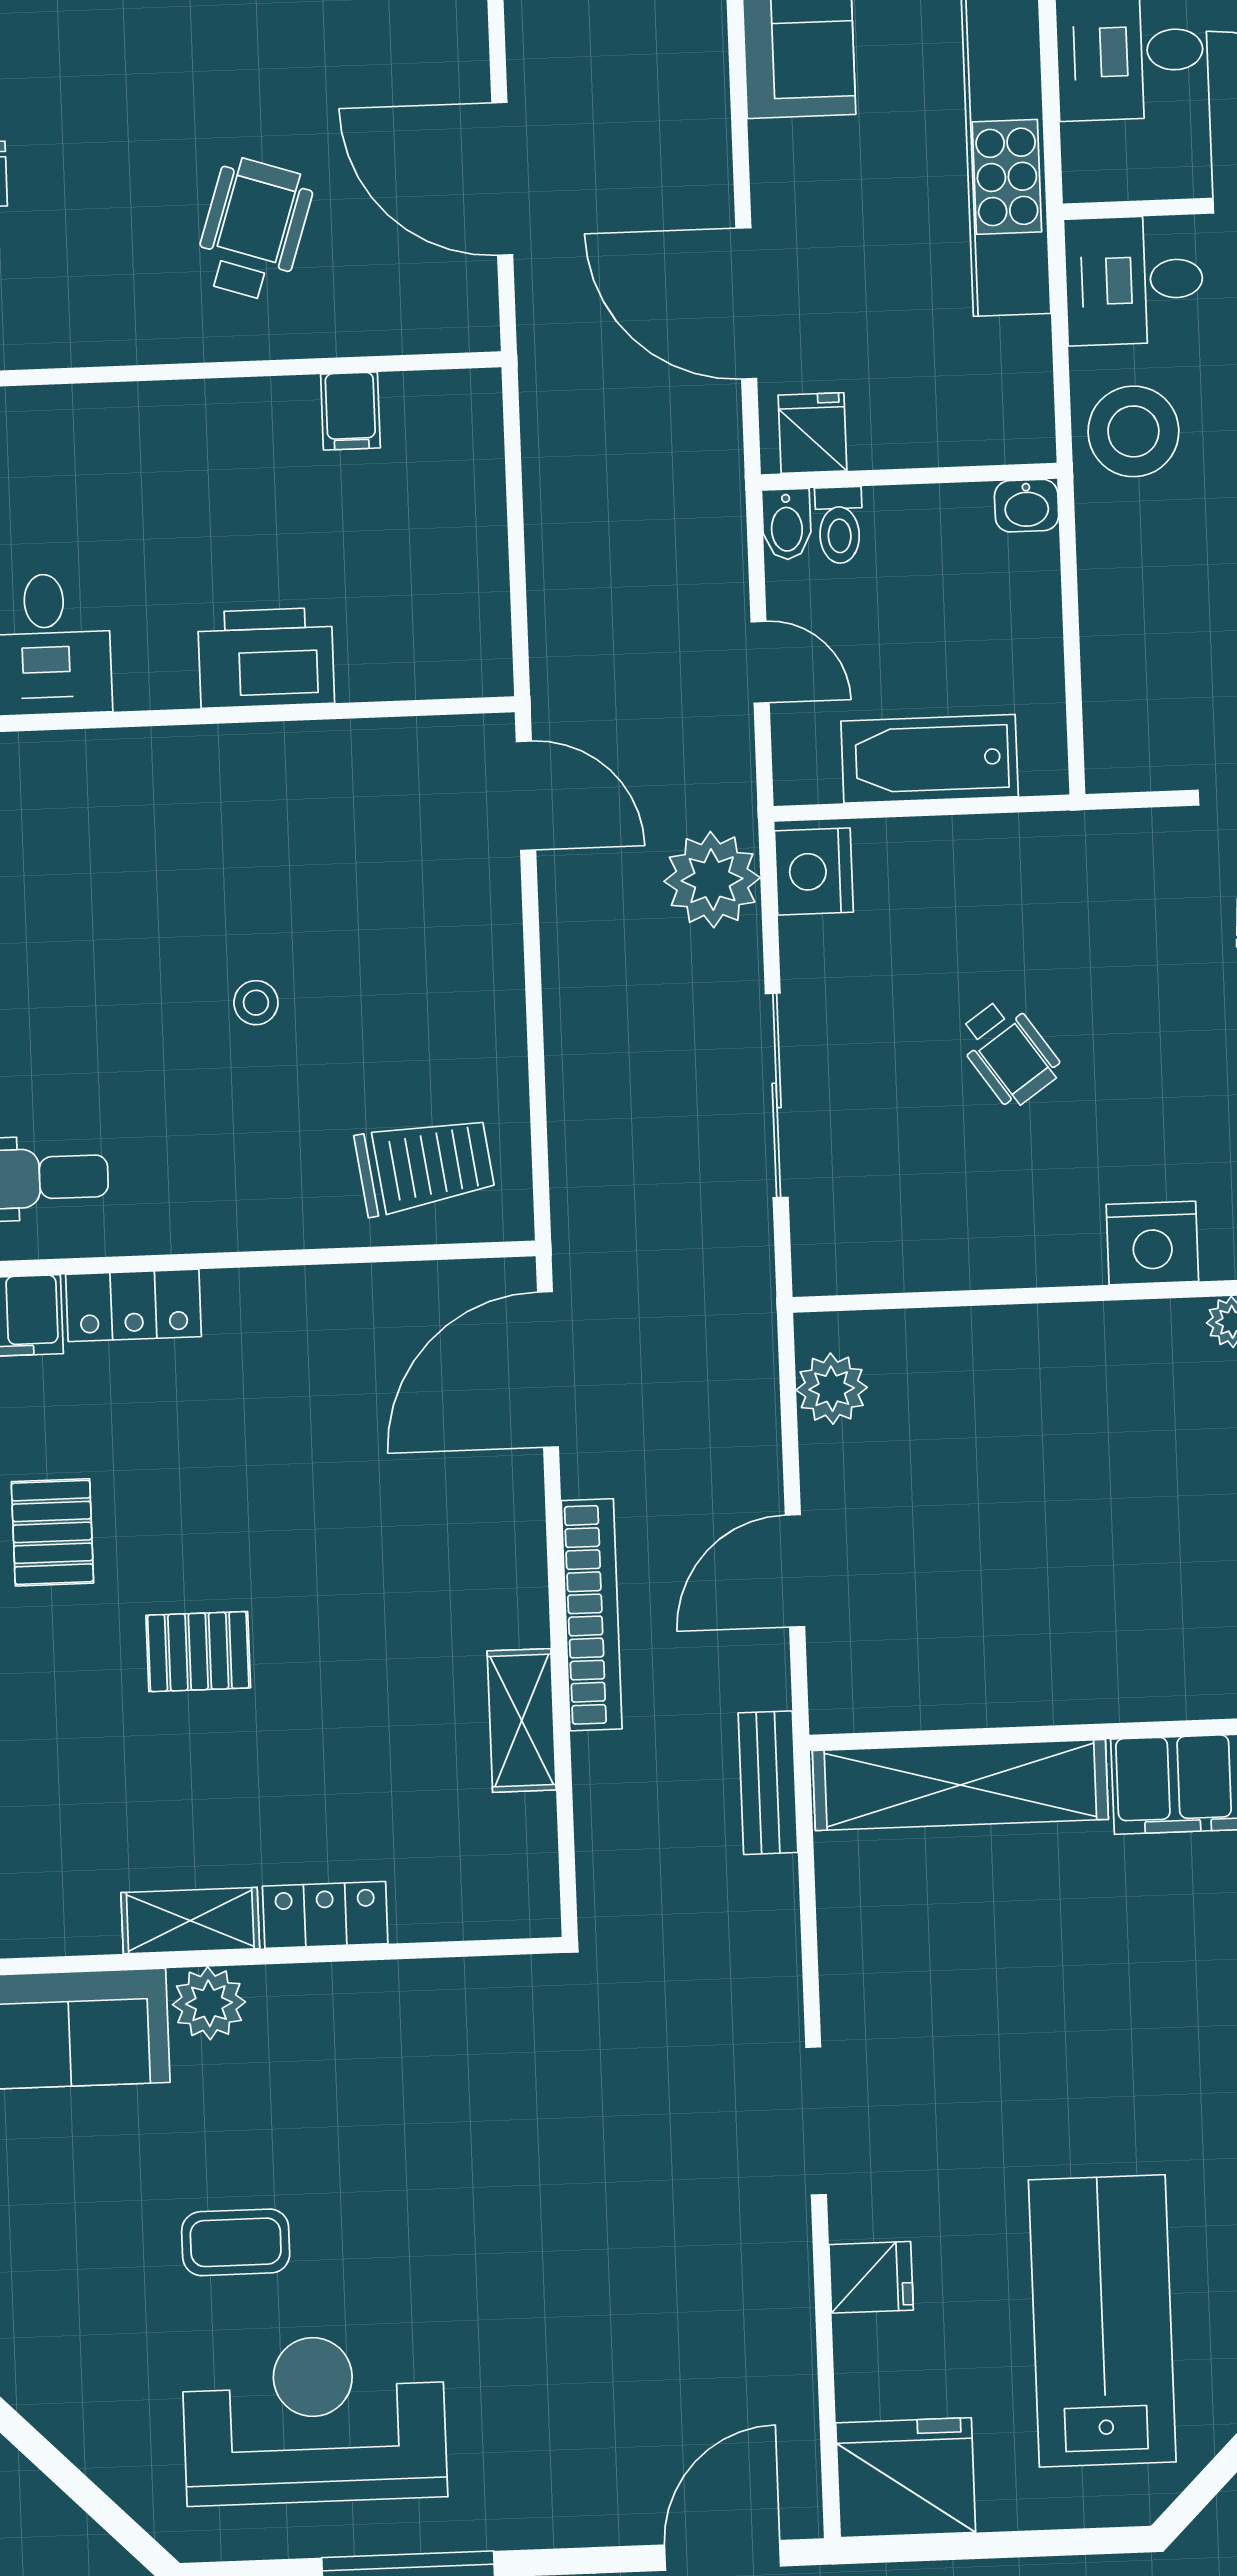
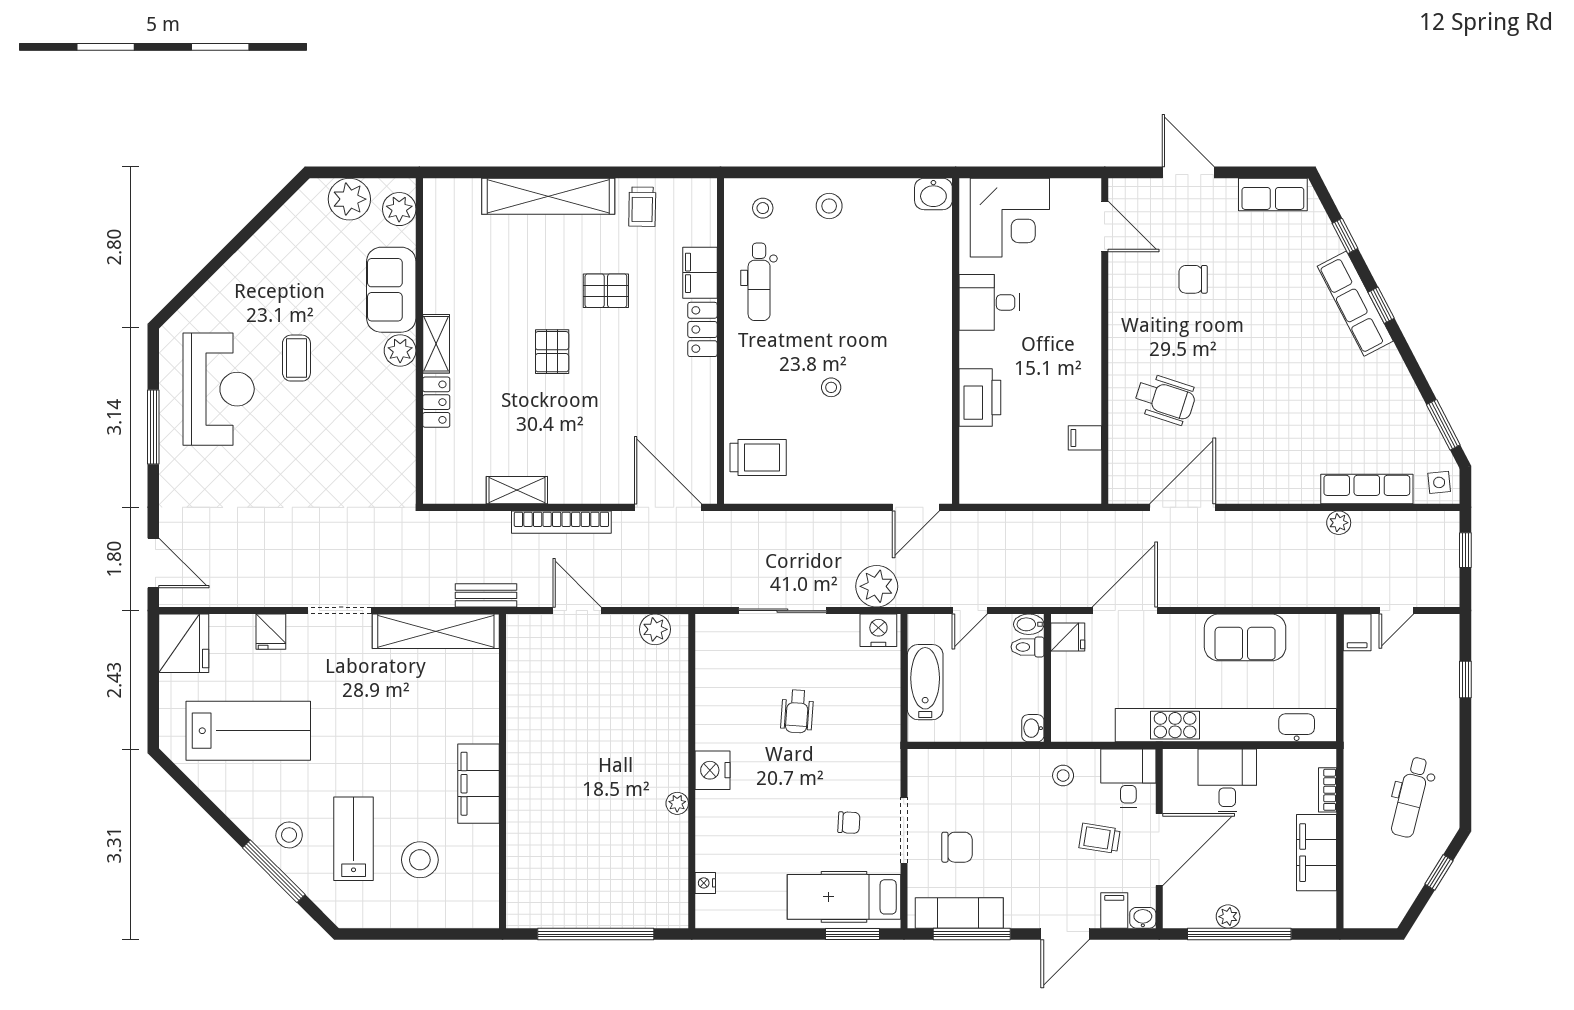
stool: (1133, 431) -> (1063, 776), width x0.53, depth x0.53
wheelchair: (1009, 1053) -> (797, 711), turned -51
trolley: (425, 1165) -> (758, 458), turned -82
shelving: (960, 1785) -> (436, 631), moved, turned 90

